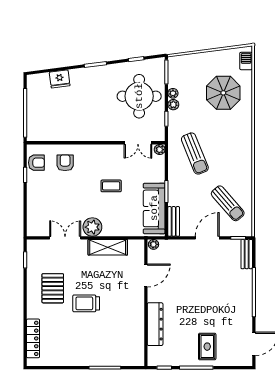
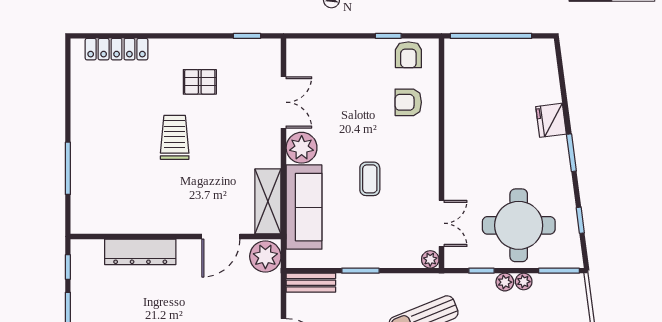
fridge: (60, 79) -> (551, 120), moved
double door: (138, 143) -> (441, 223), swing flipped
armchair: (65, 163) -> (408, 102), turned 180
sofa: (154, 208) -> (304, 207), moved, turned 90
plant: (154, 244) -> (265, 256), width x1.88, depth x1.88
shelving: (108, 247) -> (268, 201), moved
door: (146, 276) -> (221, 237), hinge flipped
pallet: (53, 288) -> (200, 82), width x0.67, depth x0.71

